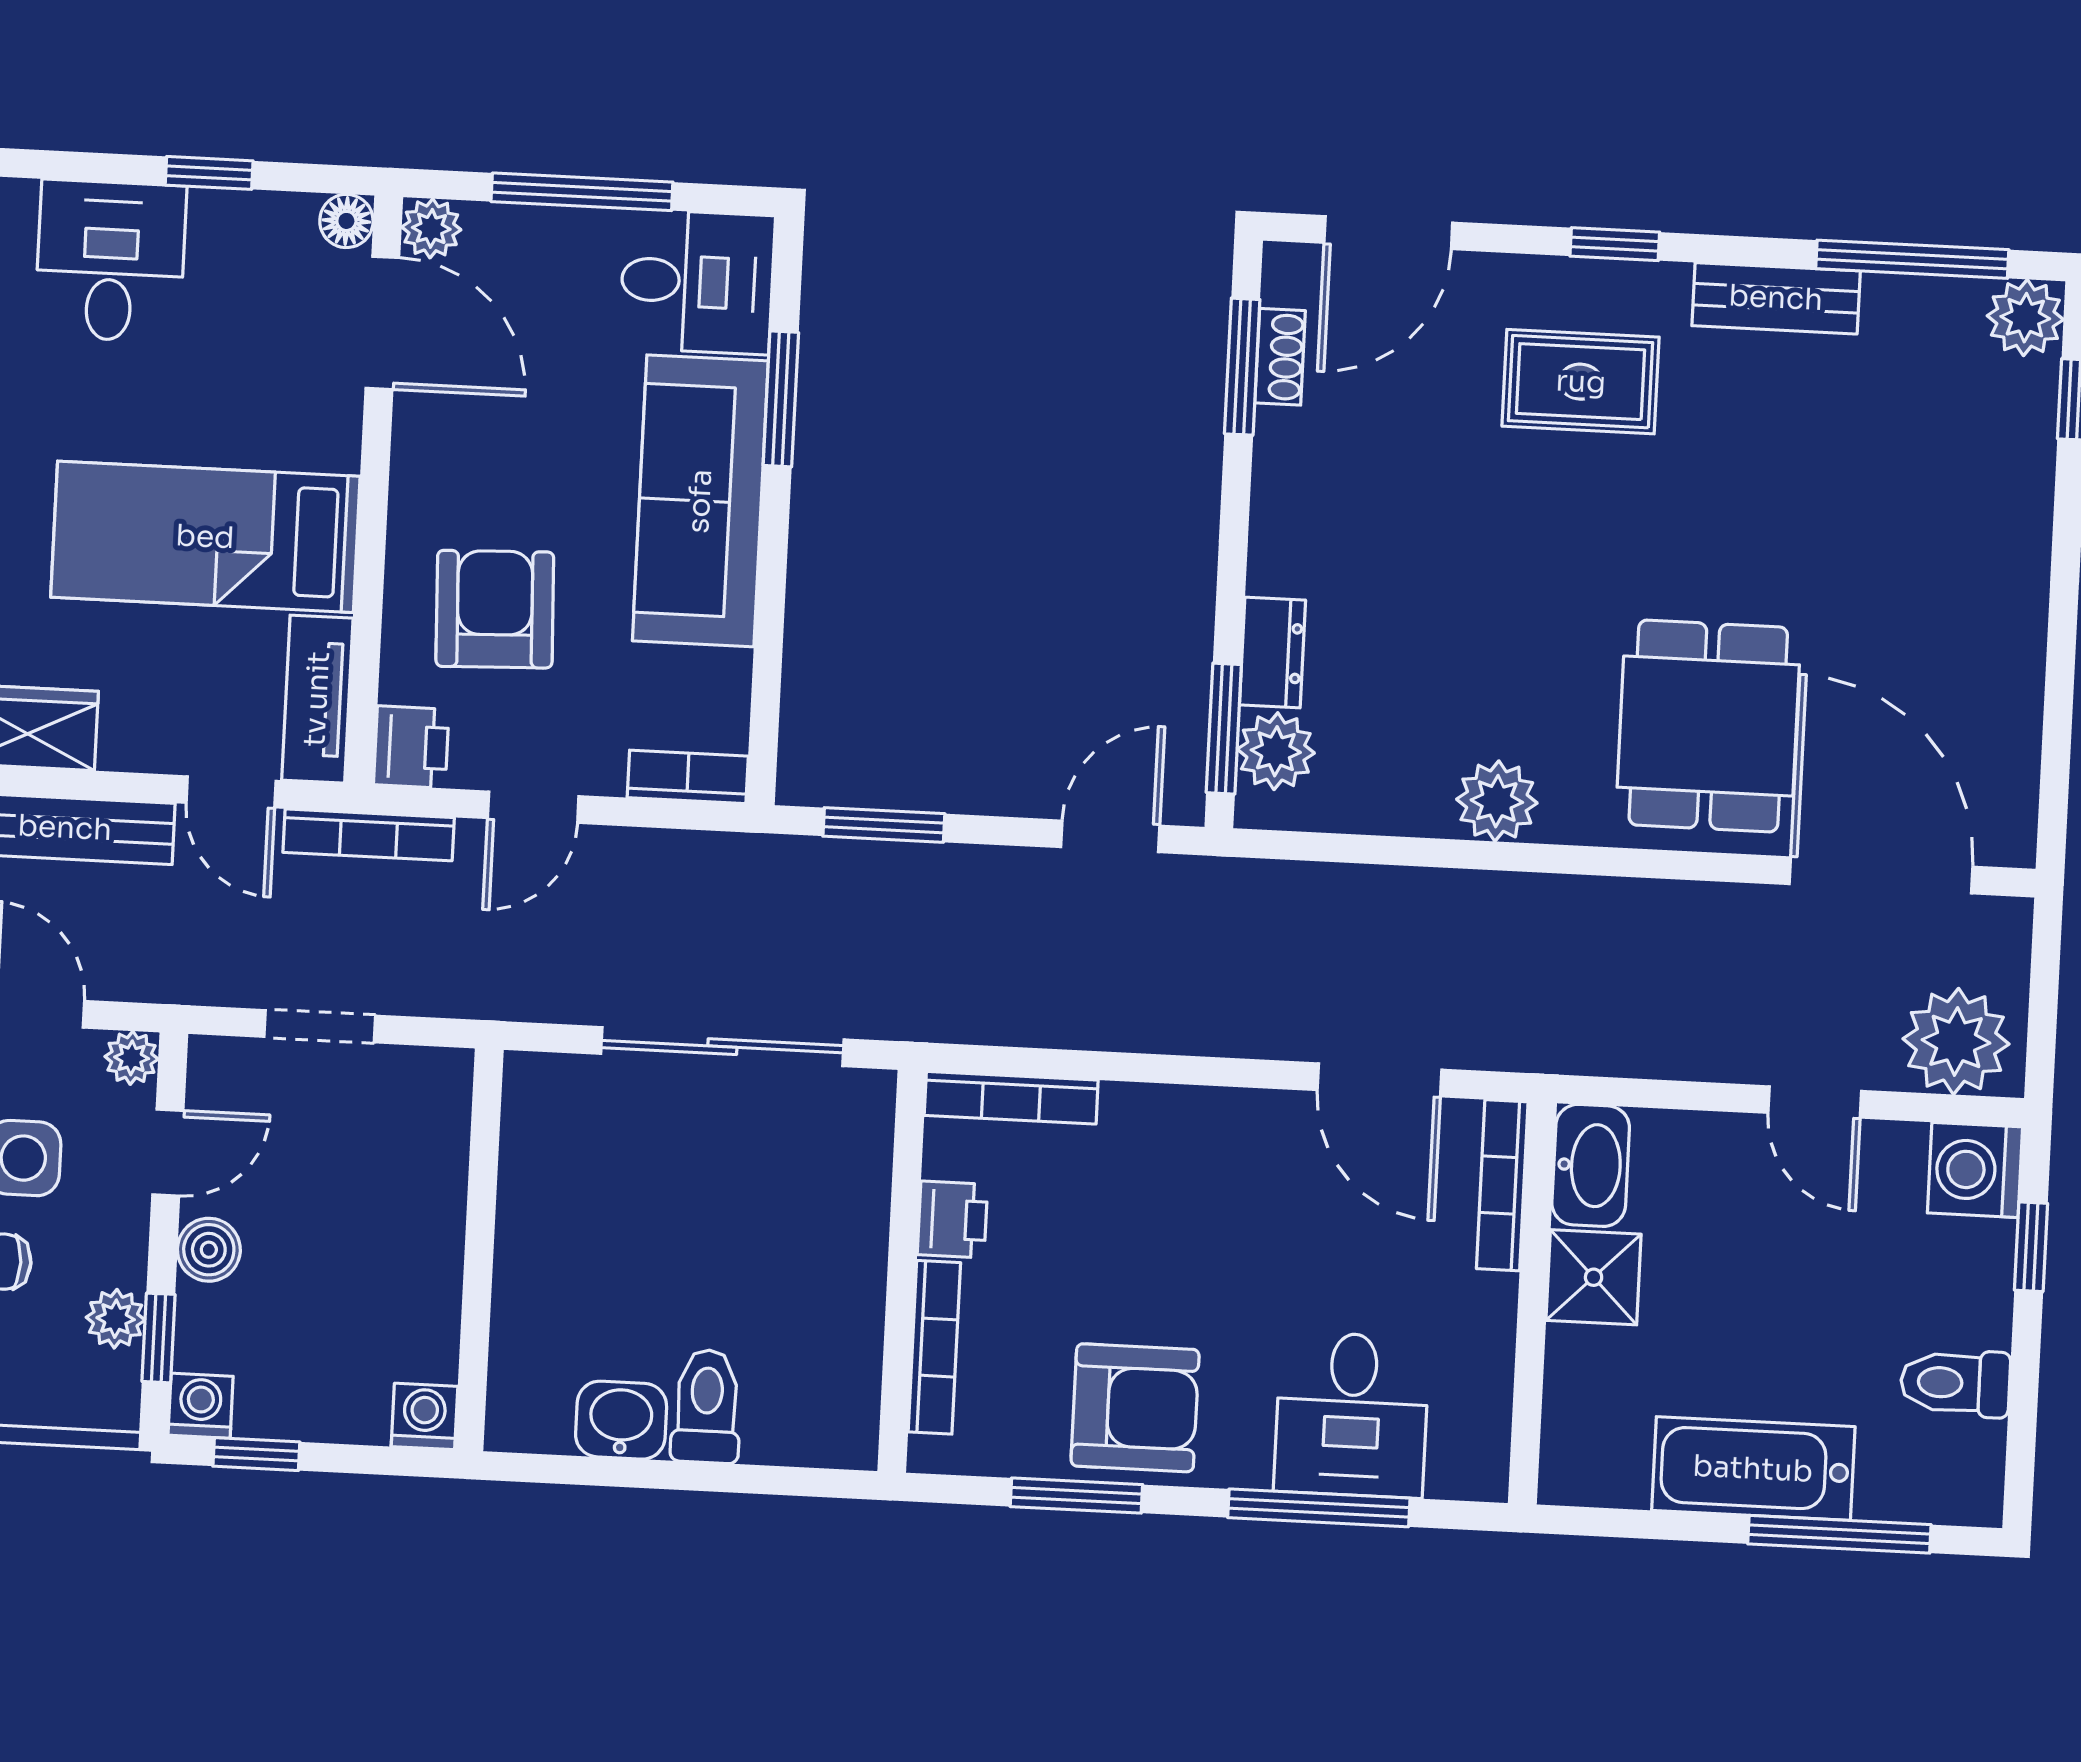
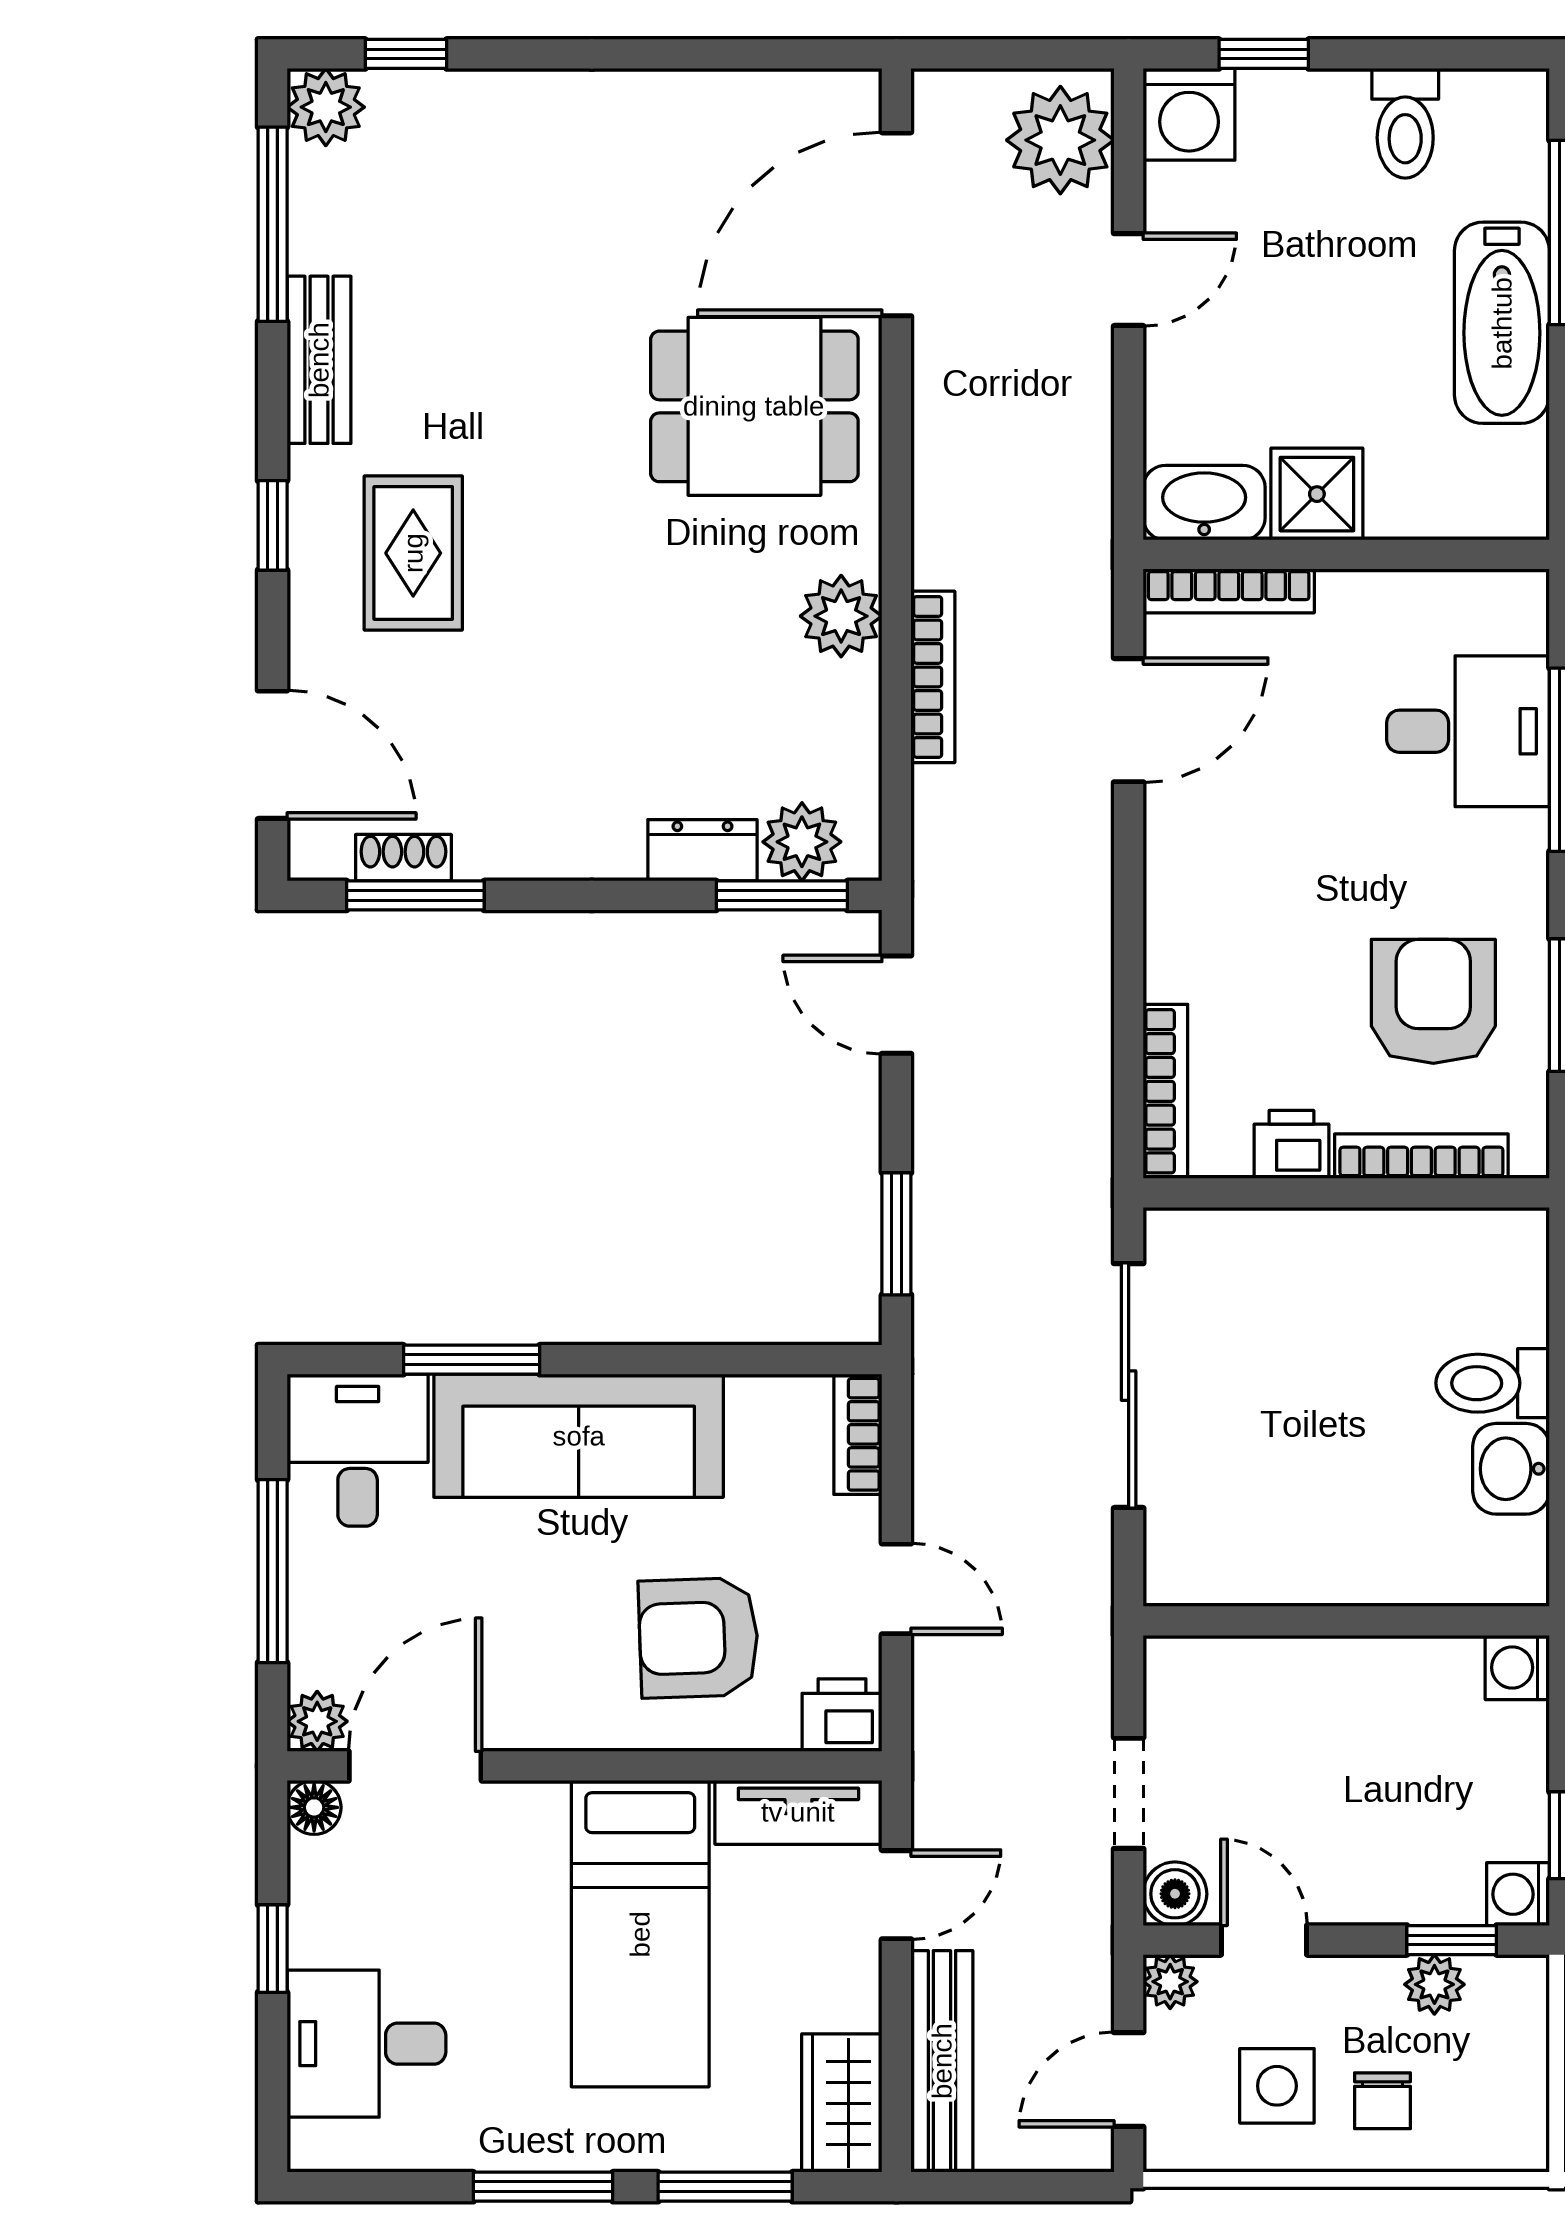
bookcase: (369, 835) -> (933, 677), moved
boiler: (209, 1250) -> (1175, 1894), moved
armchair: (1135, 1408) -> (1433, 1001), moved

